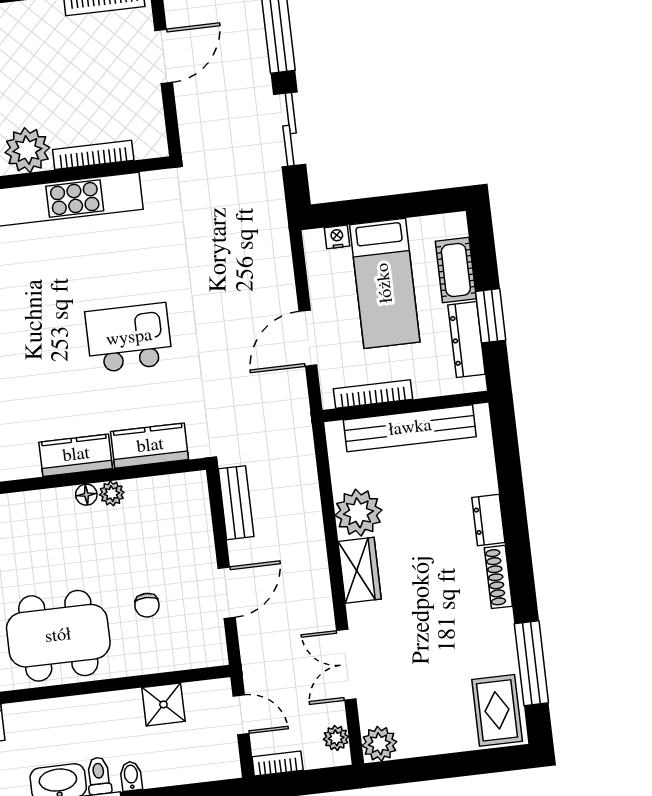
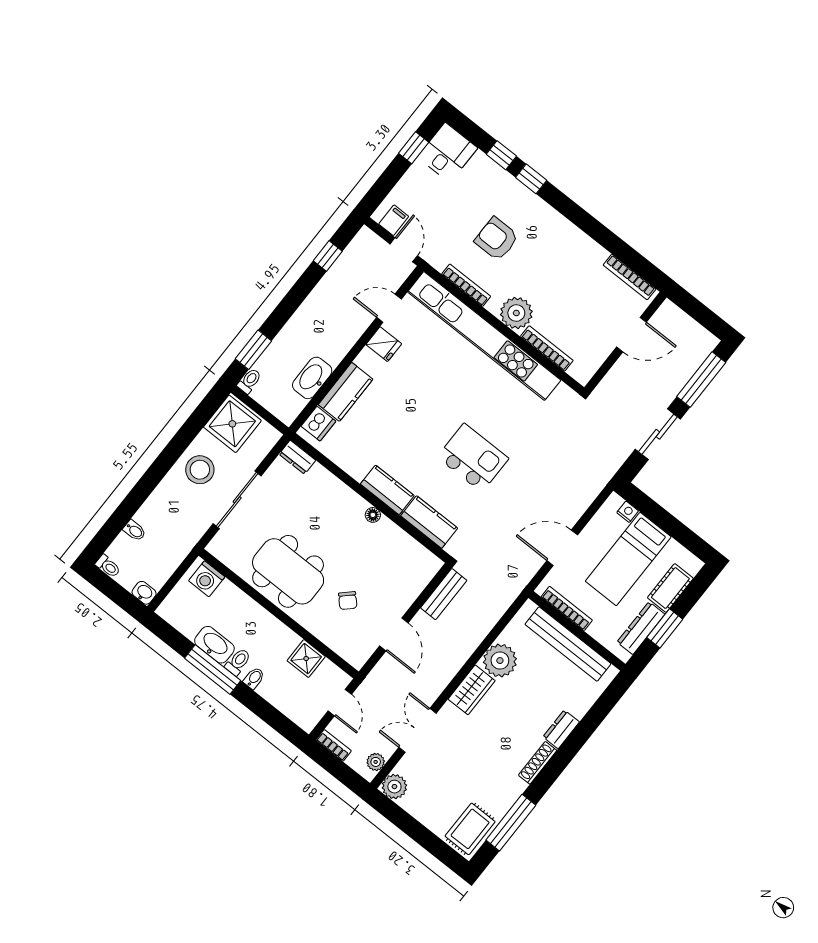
plant: (112, 494) -> (386, 527), removed
door: (227, 593) -> (394, 634), hinge flipped
chair: (147, 605) -> (348, 601), turned -44

